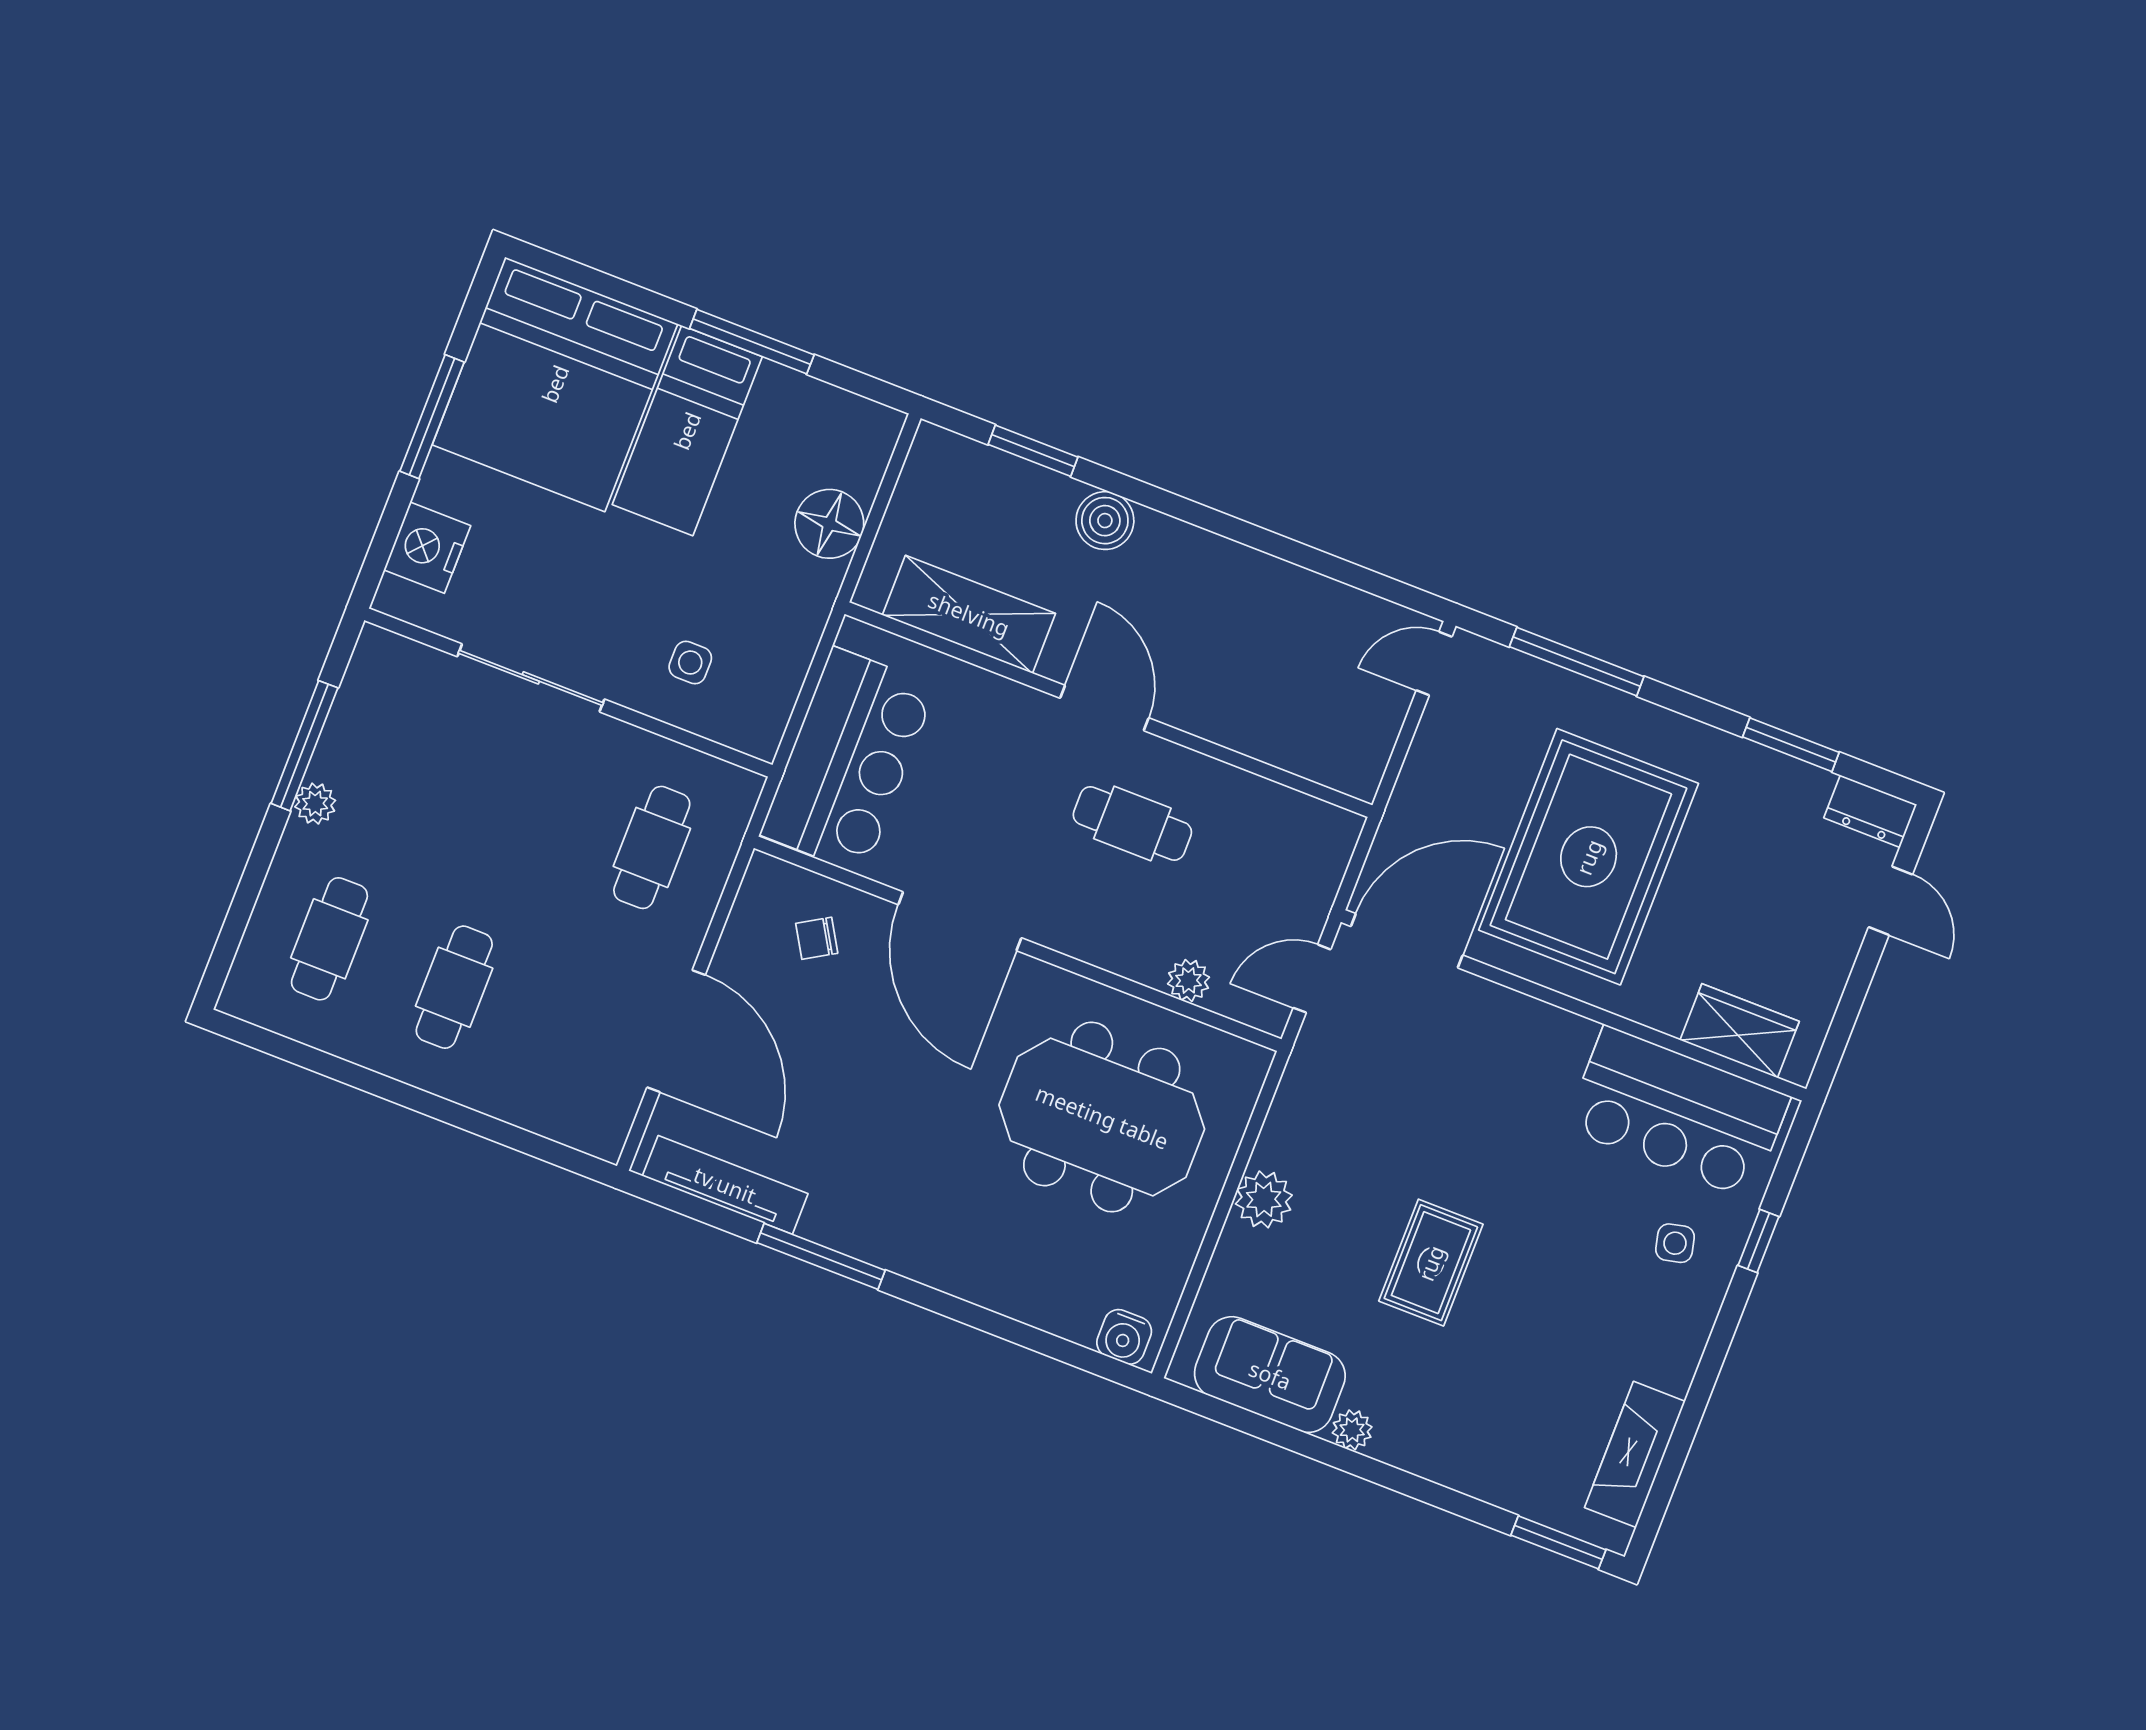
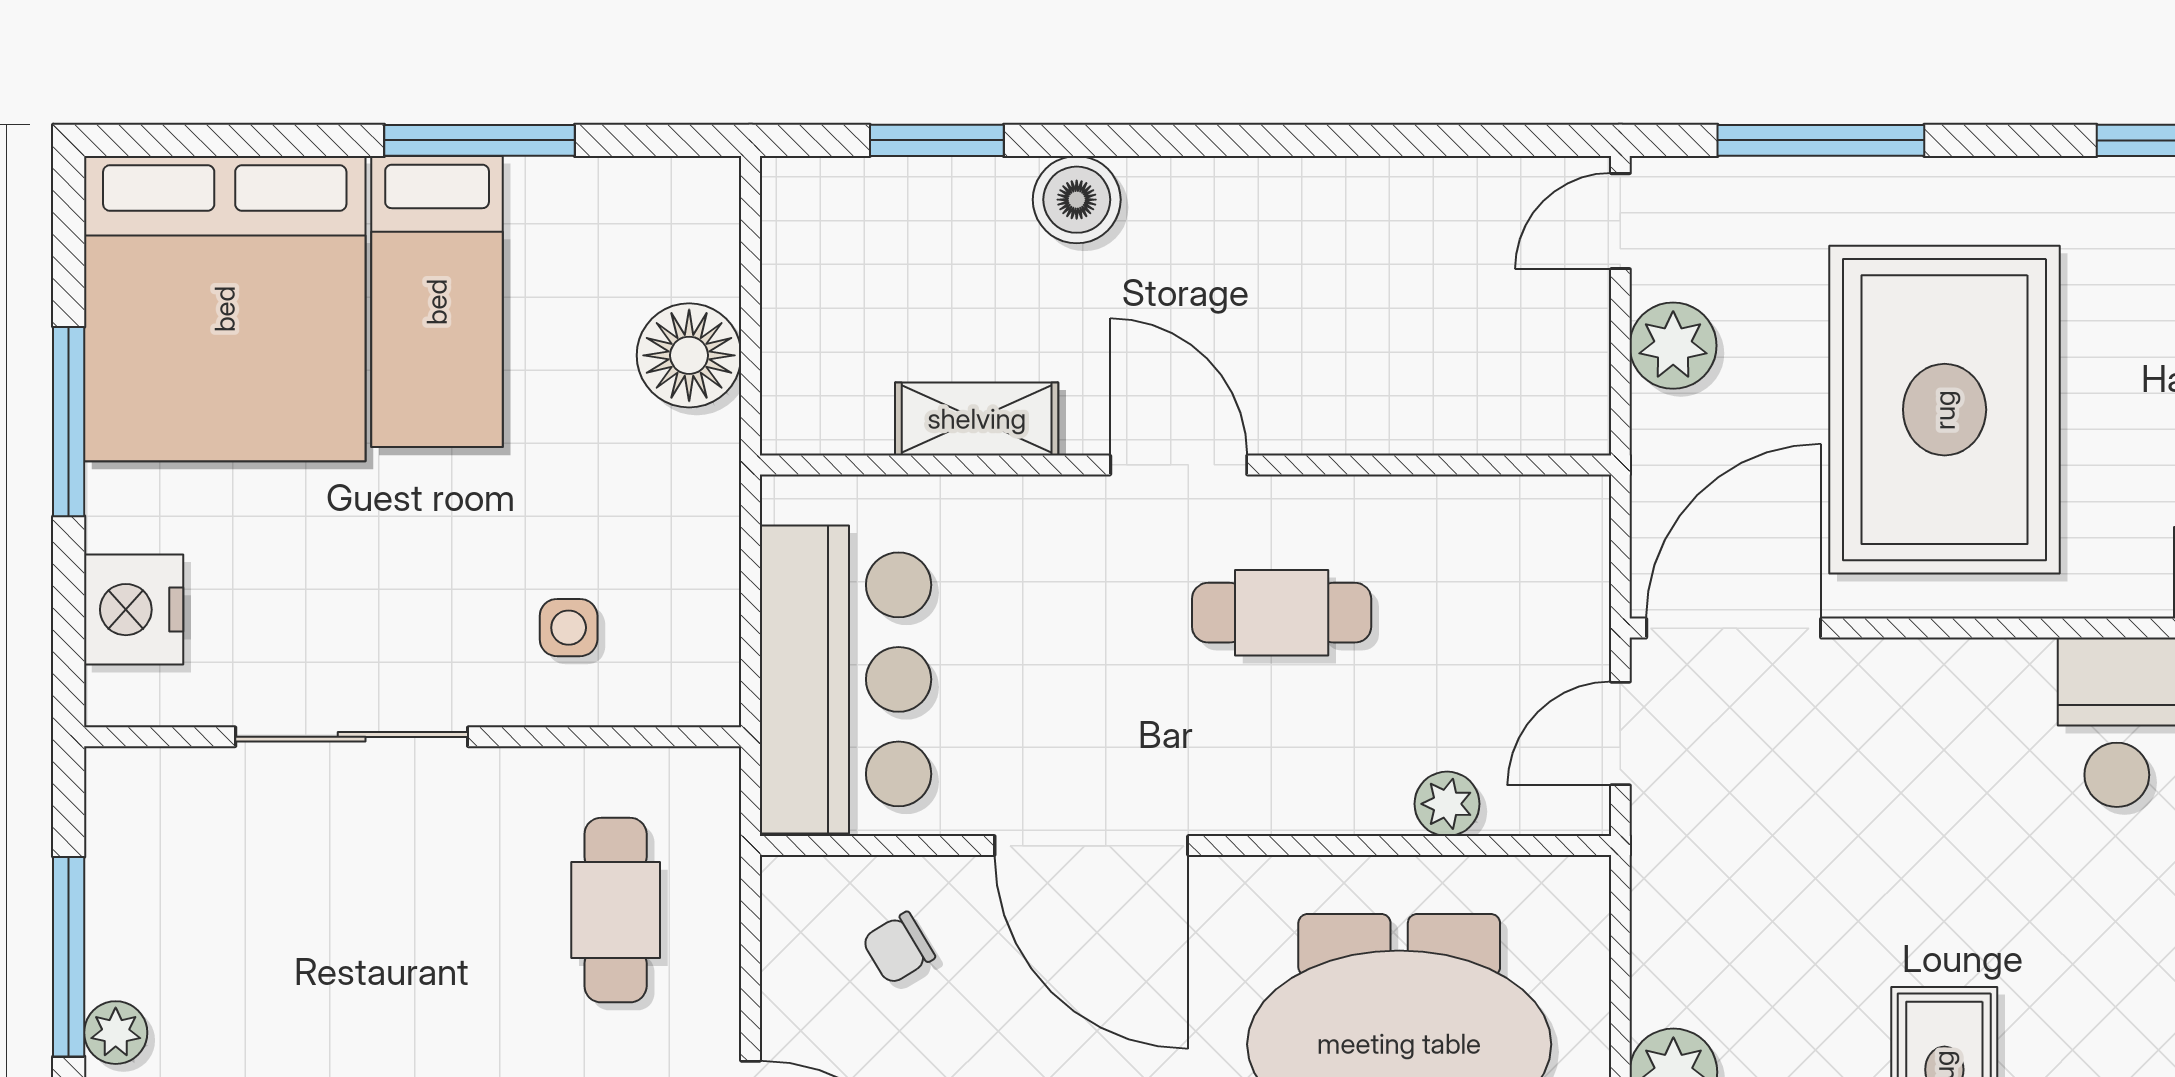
shelving: (969, 614) -> (977, 419), width x0.67, depth x0.75
plant: (1437, 753) -> (1673, 346), added

